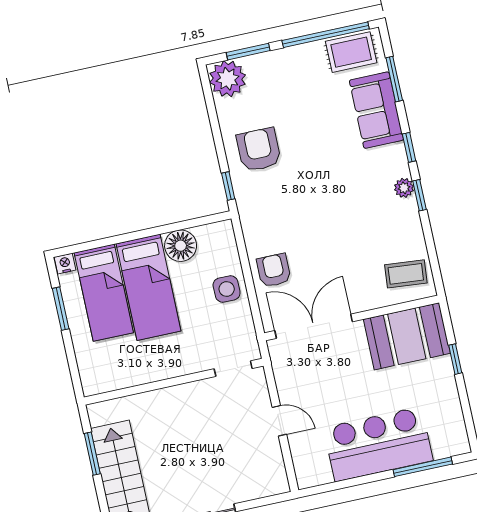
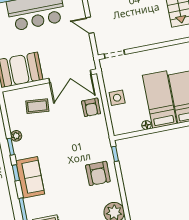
sofa: (376, 110) -> (30, 177), moved
plant: (404, 188) -> (16, 136), moved
floor lamp: (181, 246) -> (146, 125), width x0.53, depth x0.53
coffee table: (406, 274) -> (37, 106), moved

